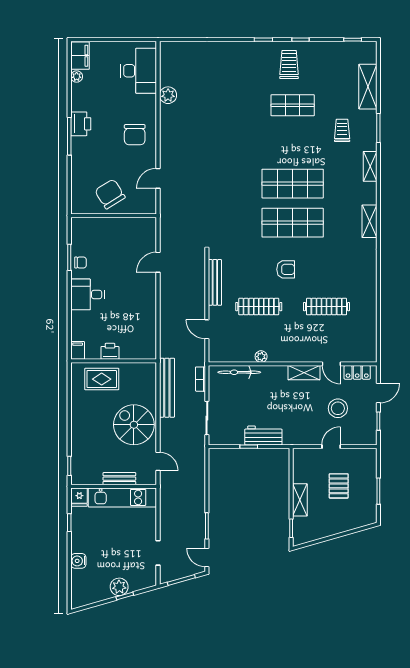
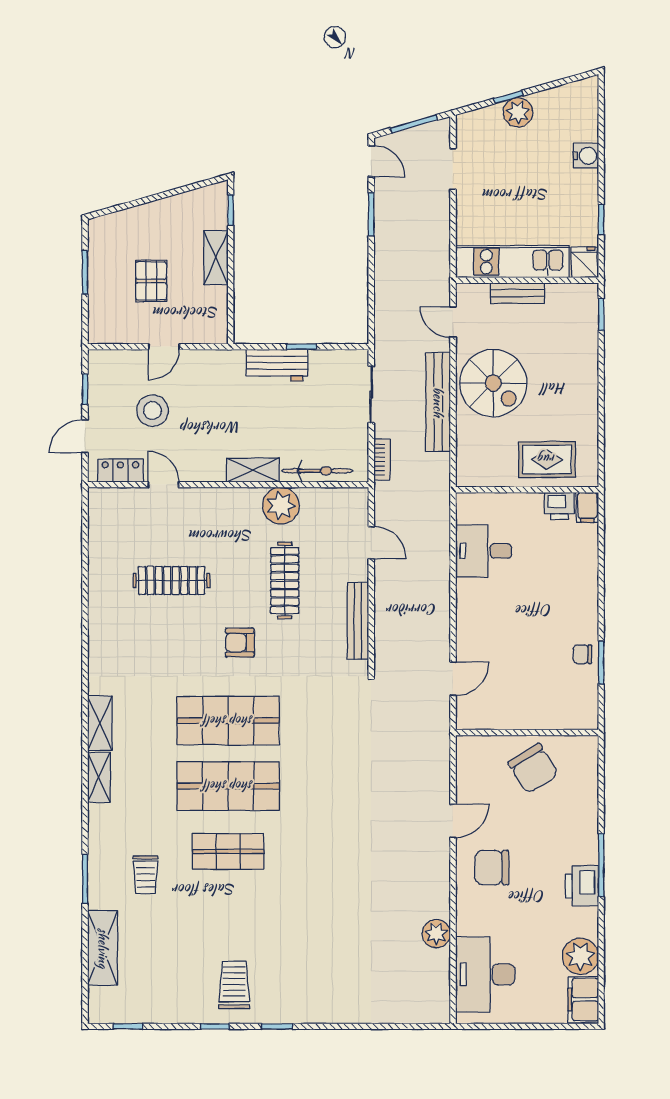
trolley: (289, 64) -> (234, 985), turned 180
plant: (77, 76) -> (580, 956), width x1.87, depth x1.87
shop shelf: (293, 105) -> (228, 851), moved
chair: (135, 135) -> (492, 868), turned -90
shelving: (370, 166) -> (99, 777), moved
door: (158, 178) -> (453, 821), moved
door: (158, 262) -> (453, 679), moved
desk: (88, 294) -> (483, 551), moved, turned 180
clothes rail: (259, 307) -> (285, 581), turned 90
printer: (110, 351) -> (559, 506), moved
plant: (261, 357) -> (281, 506), width x1.88, depth x1.88
shelving: (304, 373) -> (253, 470), moved
bench: (167, 388) -> (438, 402), moved

